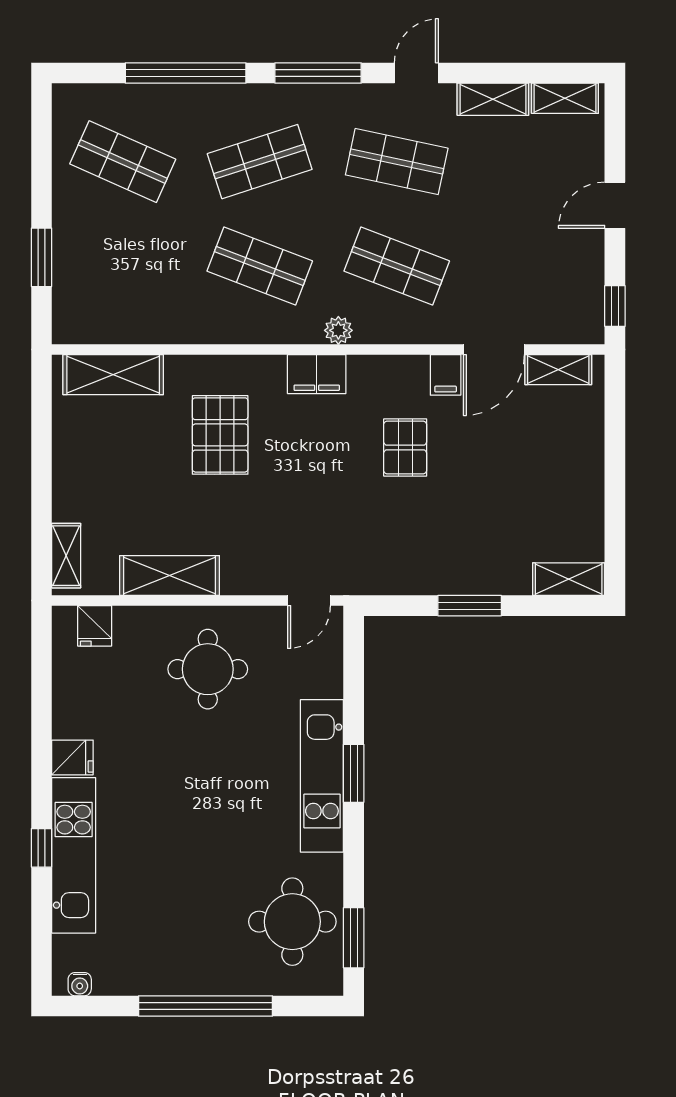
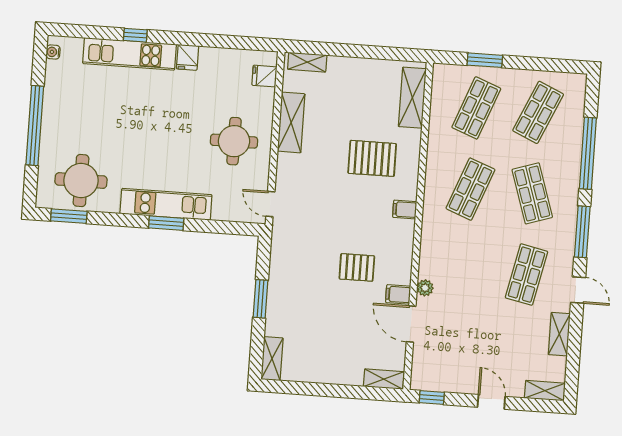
shelving: (565, 98) -> (545, 391), moved, turned 90
shop shelf: (397, 266) -> (476, 108), moved
plant: (338, 330) -> (425, 288), moved
shelving: (558, 370) -> (384, 379), moved, turned 90
filing cabinet: (317, 374) -> (405, 209), width x0.50

